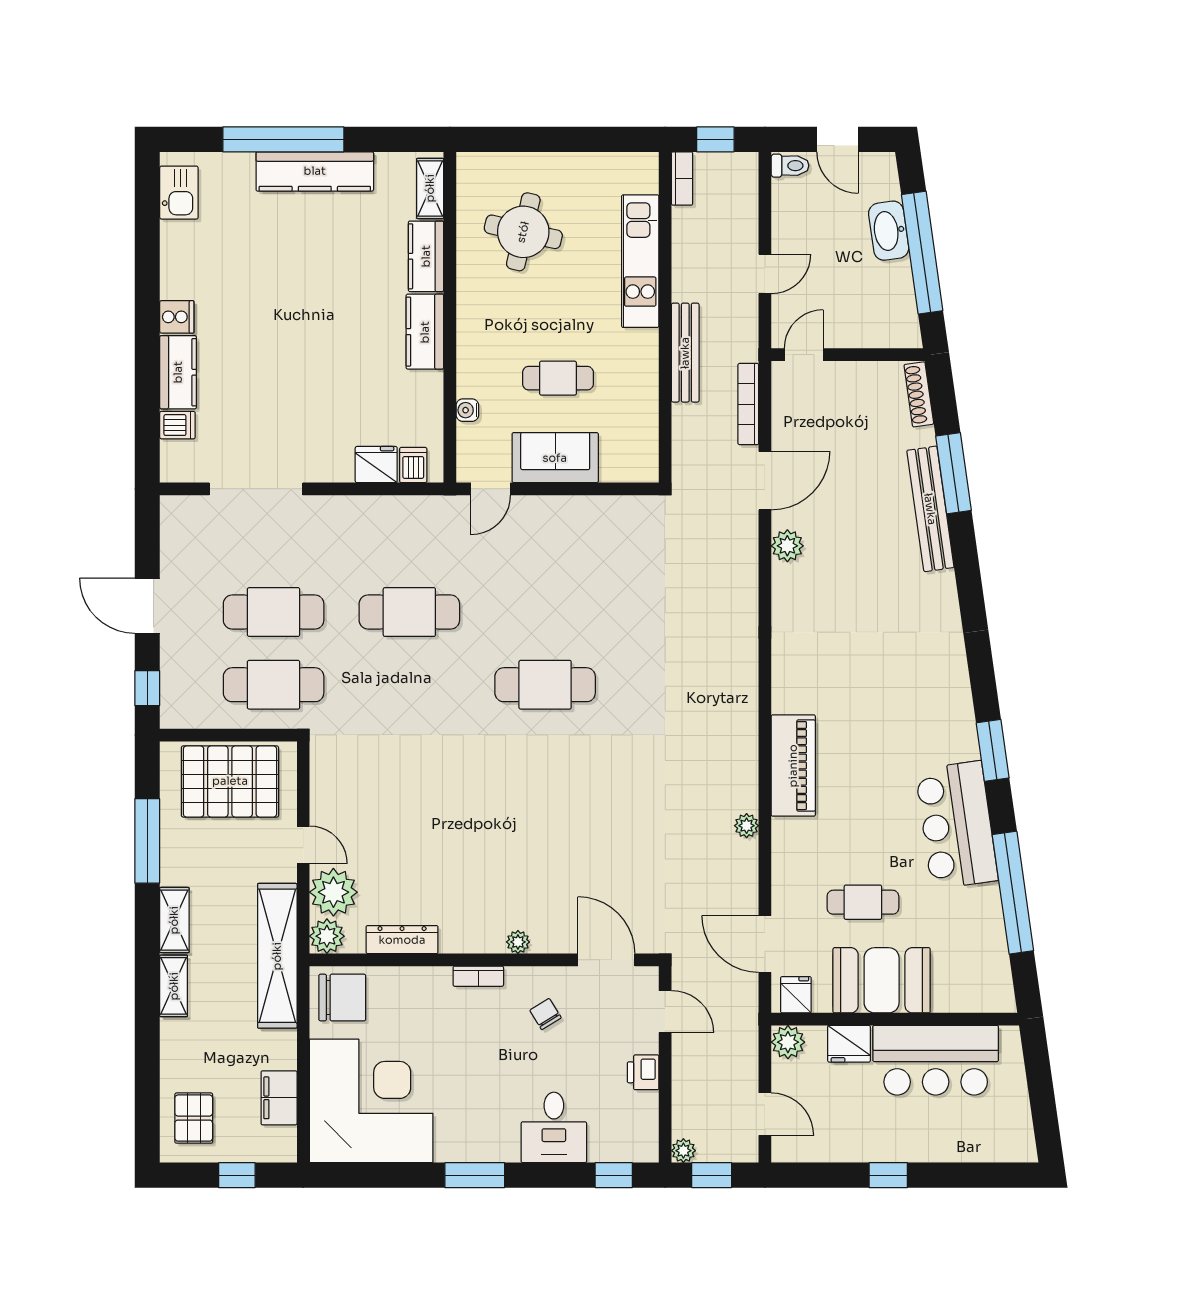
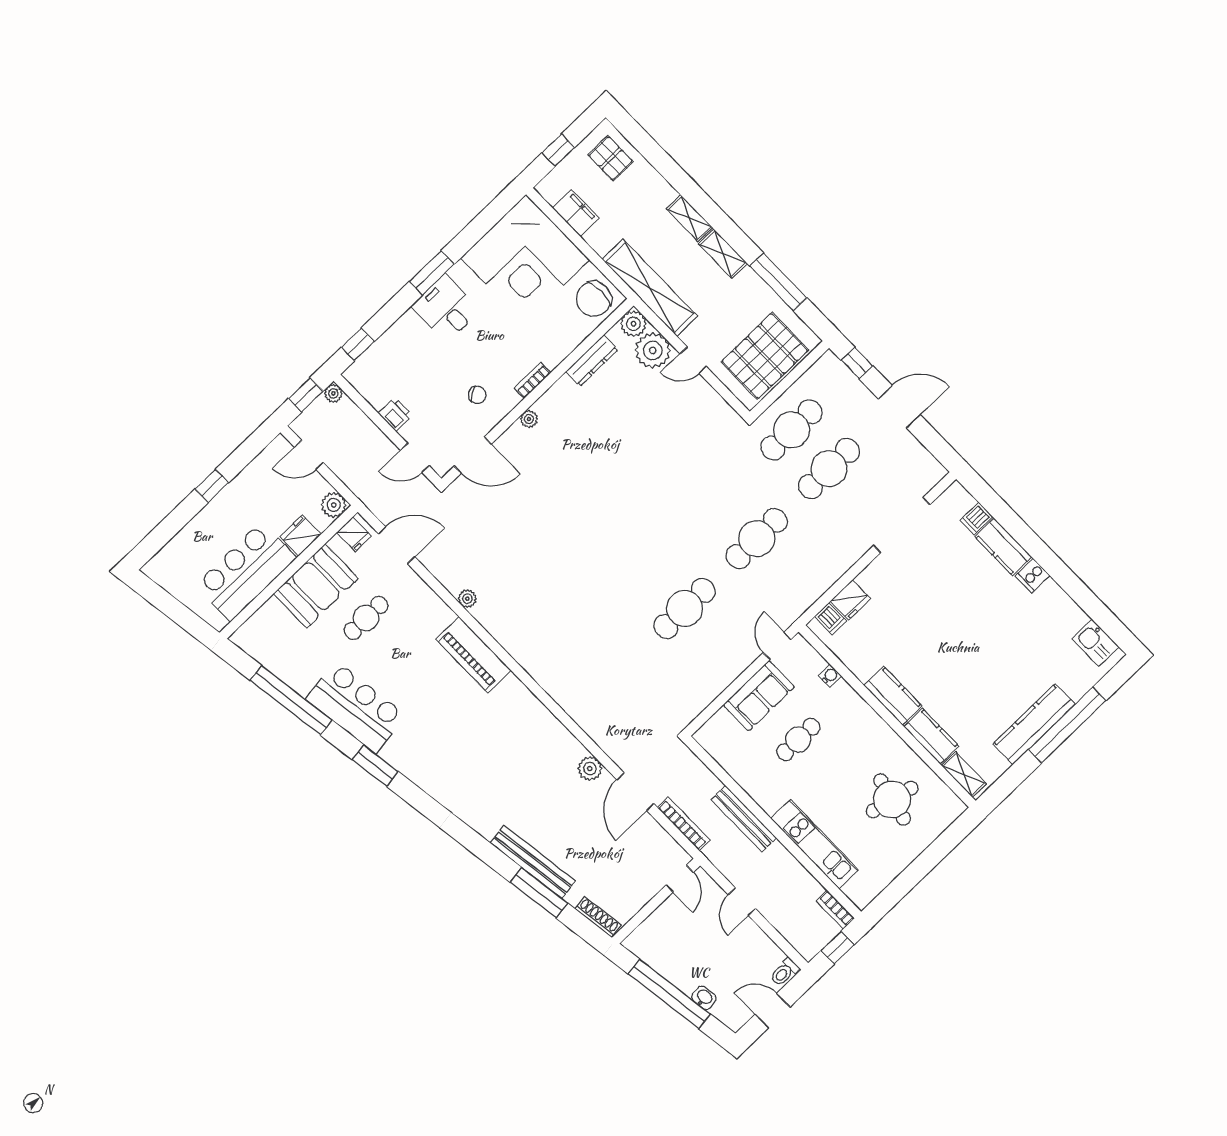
washbasin: (889, 231) -> (704, 998), width x0.52, depth x0.69
cafe table: (545, 685) -> (685, 609), moved
desk: (554, 1127) -> (446, 308), moved

